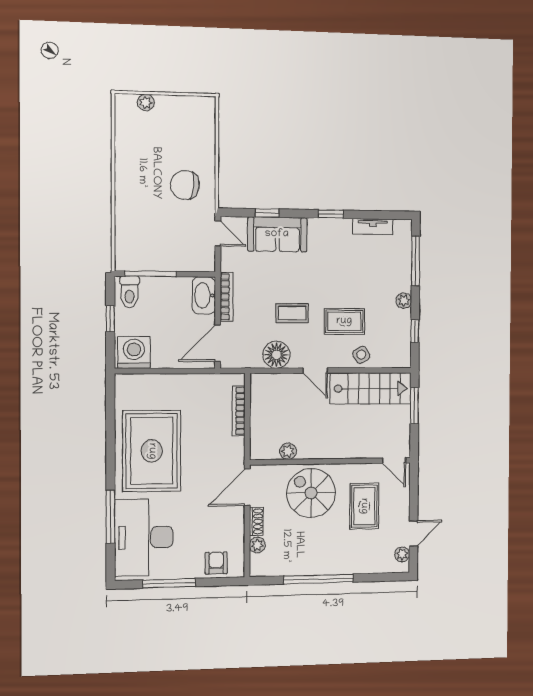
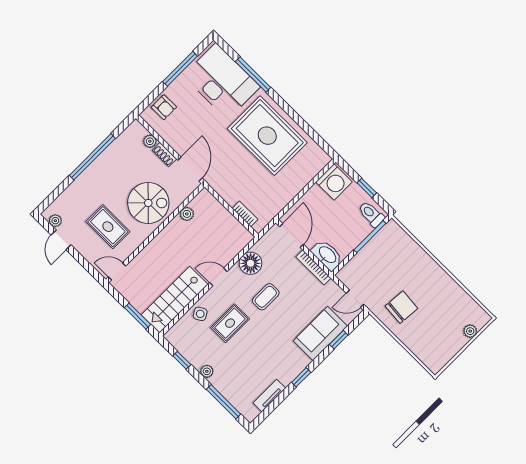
bookcase: (239, 411) -> (245, 214), width x0.64

